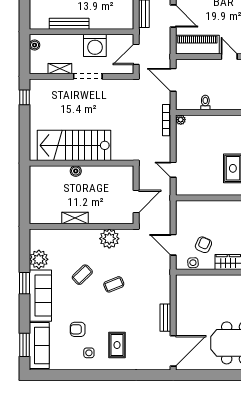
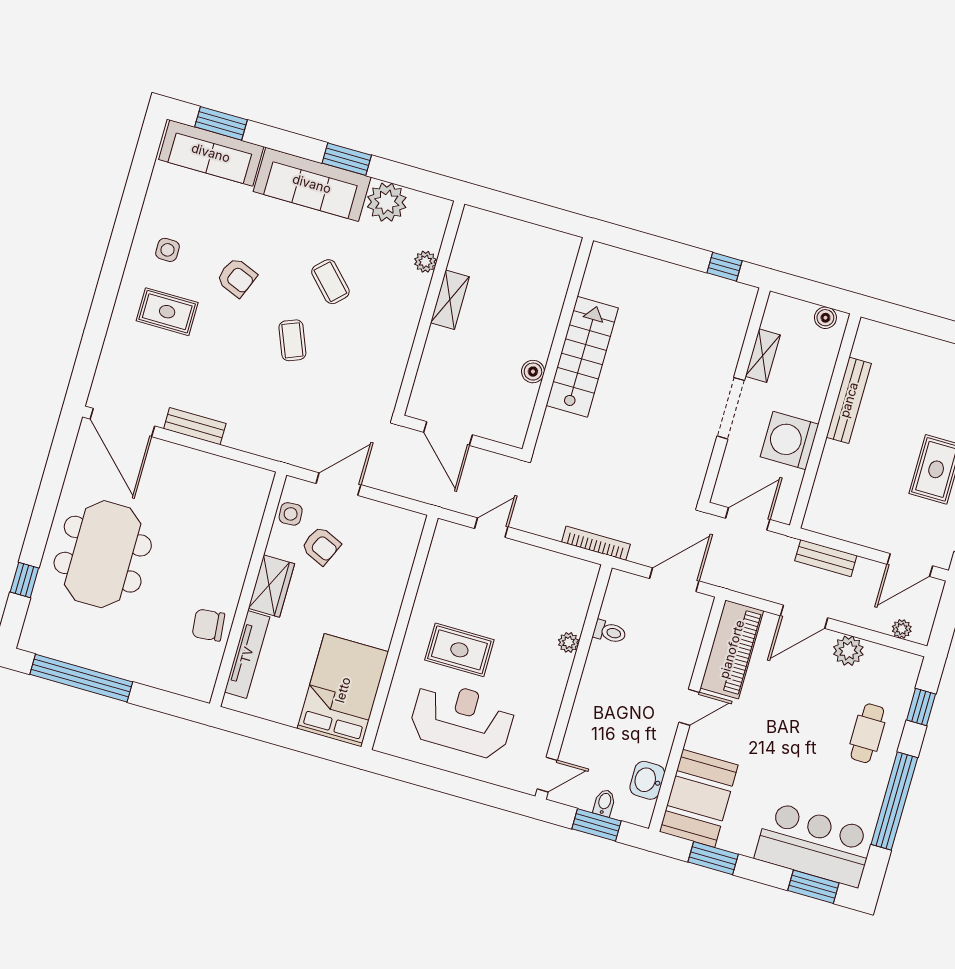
door: (136, 54) -> (748, 519), hinge flipped
plant: (181, 120) -> (569, 642), moved
stairs: (74, 145) -> (582, 357), width x0.73, depth x0.66
boiler: (76, 171) -> (533, 372), moved
plant: (109, 239) -> (425, 262), moved, width x0.53, depth x0.53
armchair: (78, 329) -> (237, 277), moved, turned 112

